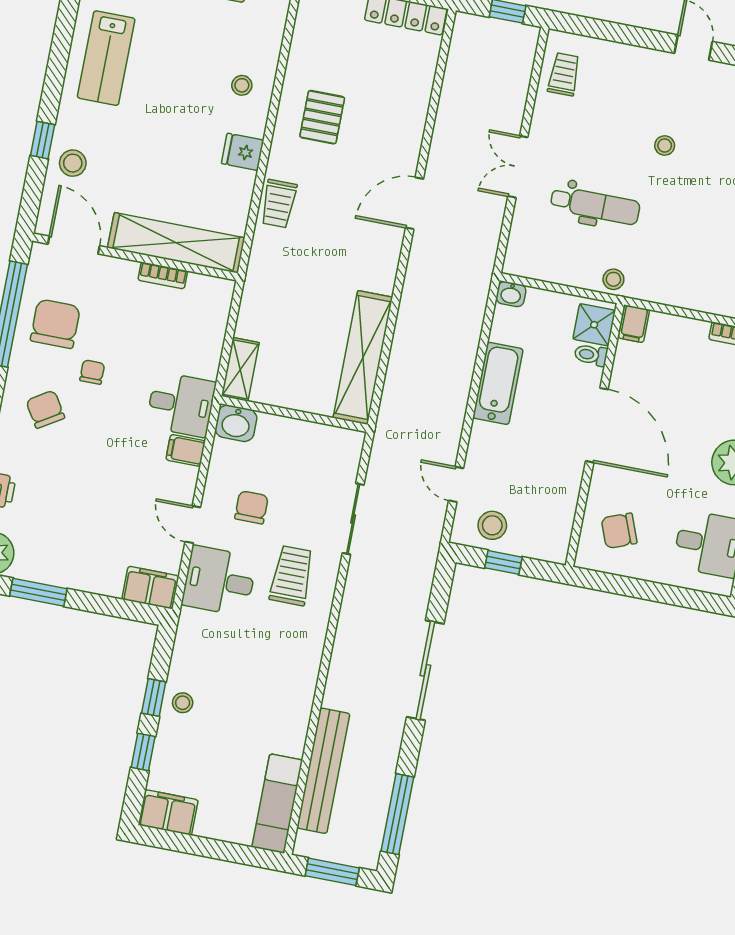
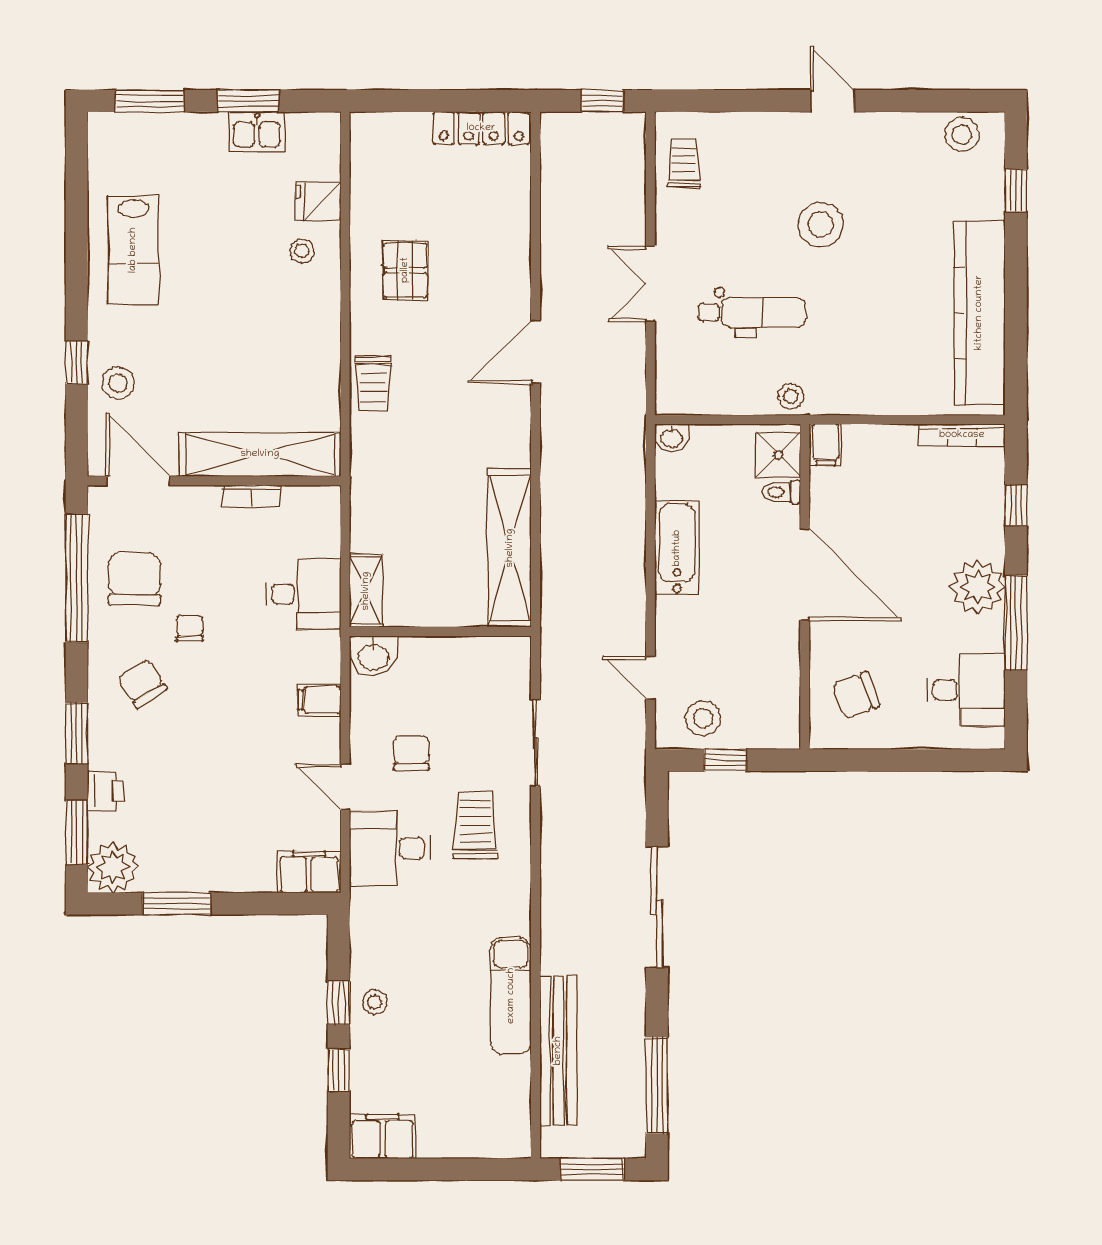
stool: (665, 146) -> (821, 225), width x1.89, depth x1.89
fridge: (243, 152) -> (318, 202), moved
desk: (181, 404) -> (303, 594), moved
exam couch: (277, 803) -> (511, 996), moved

